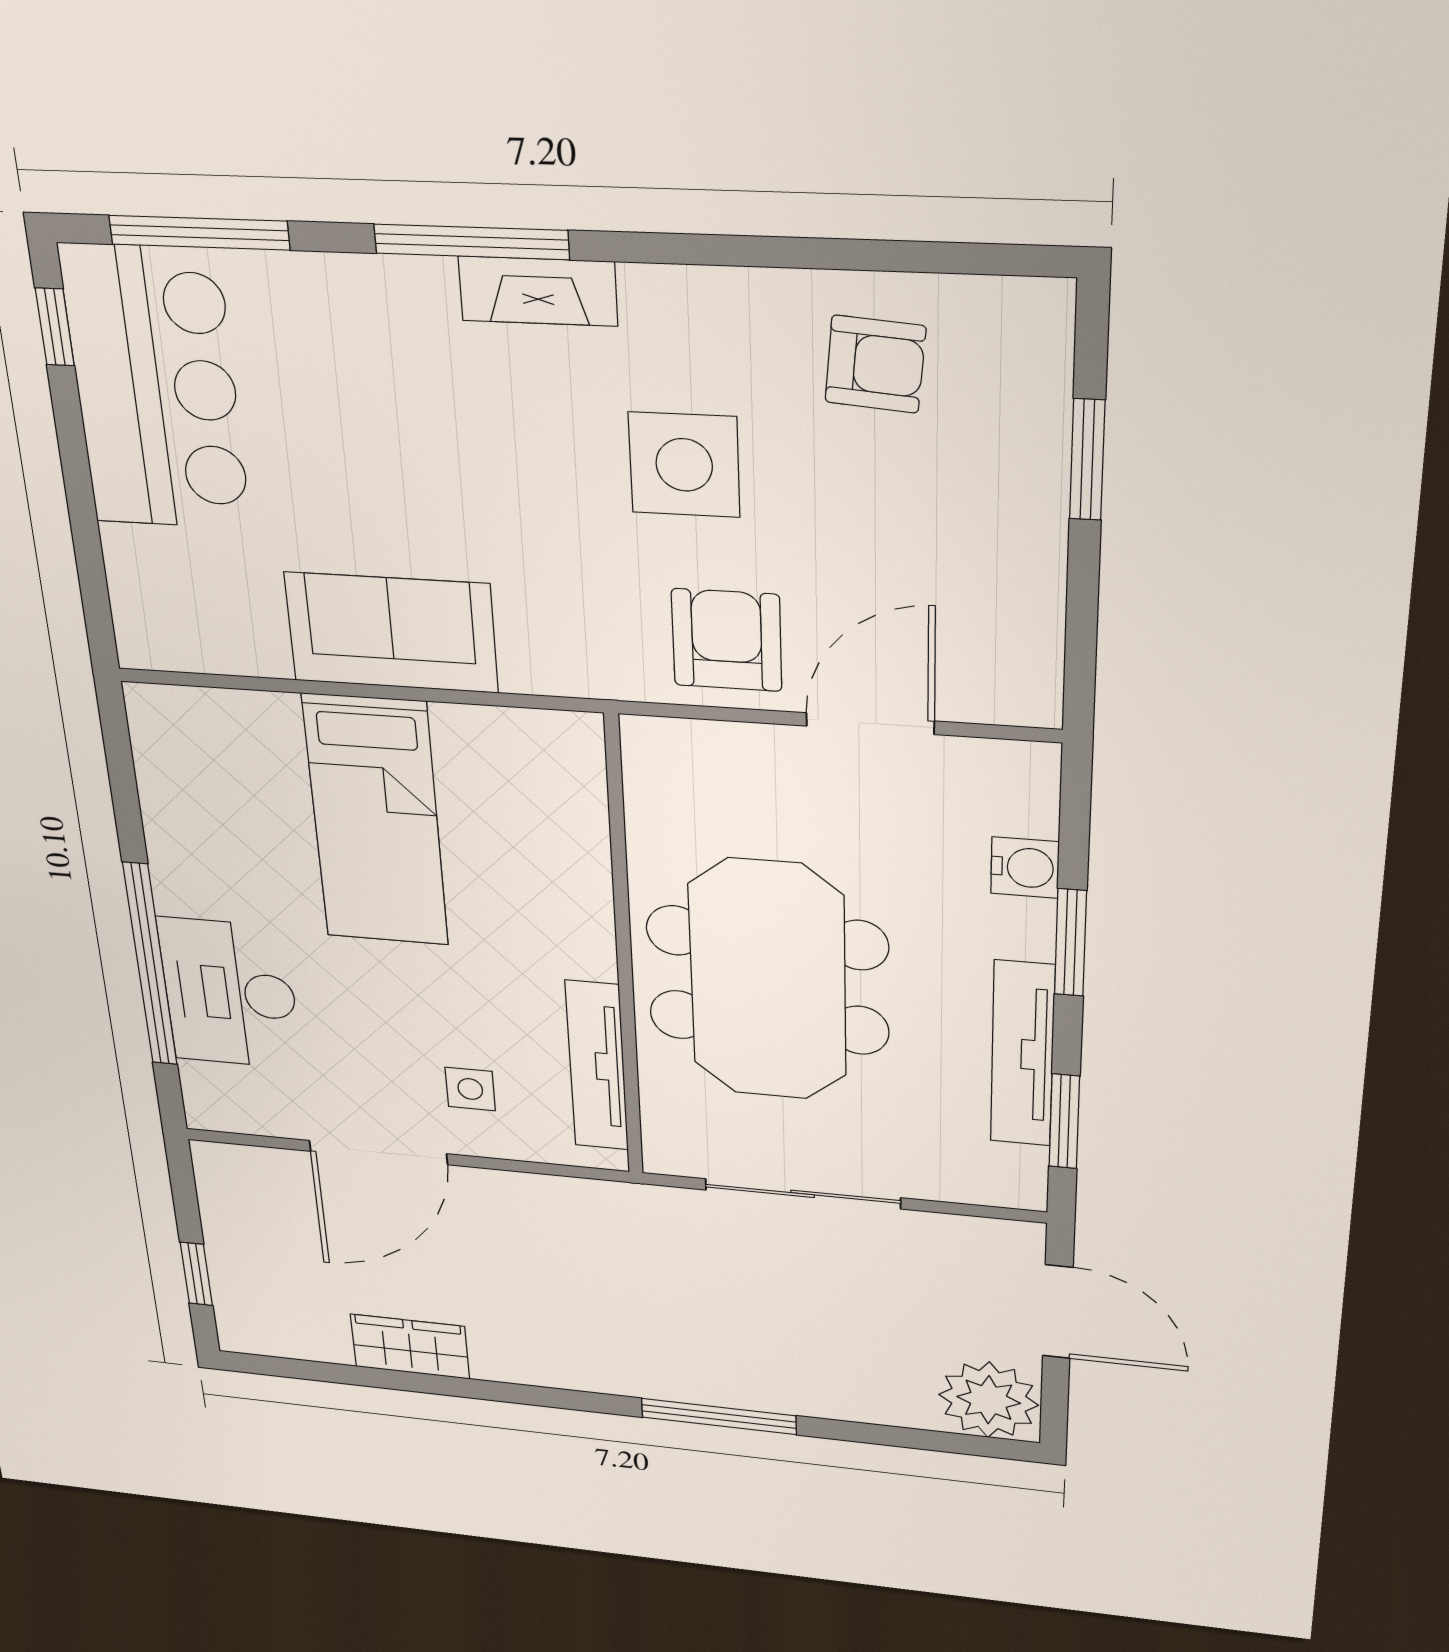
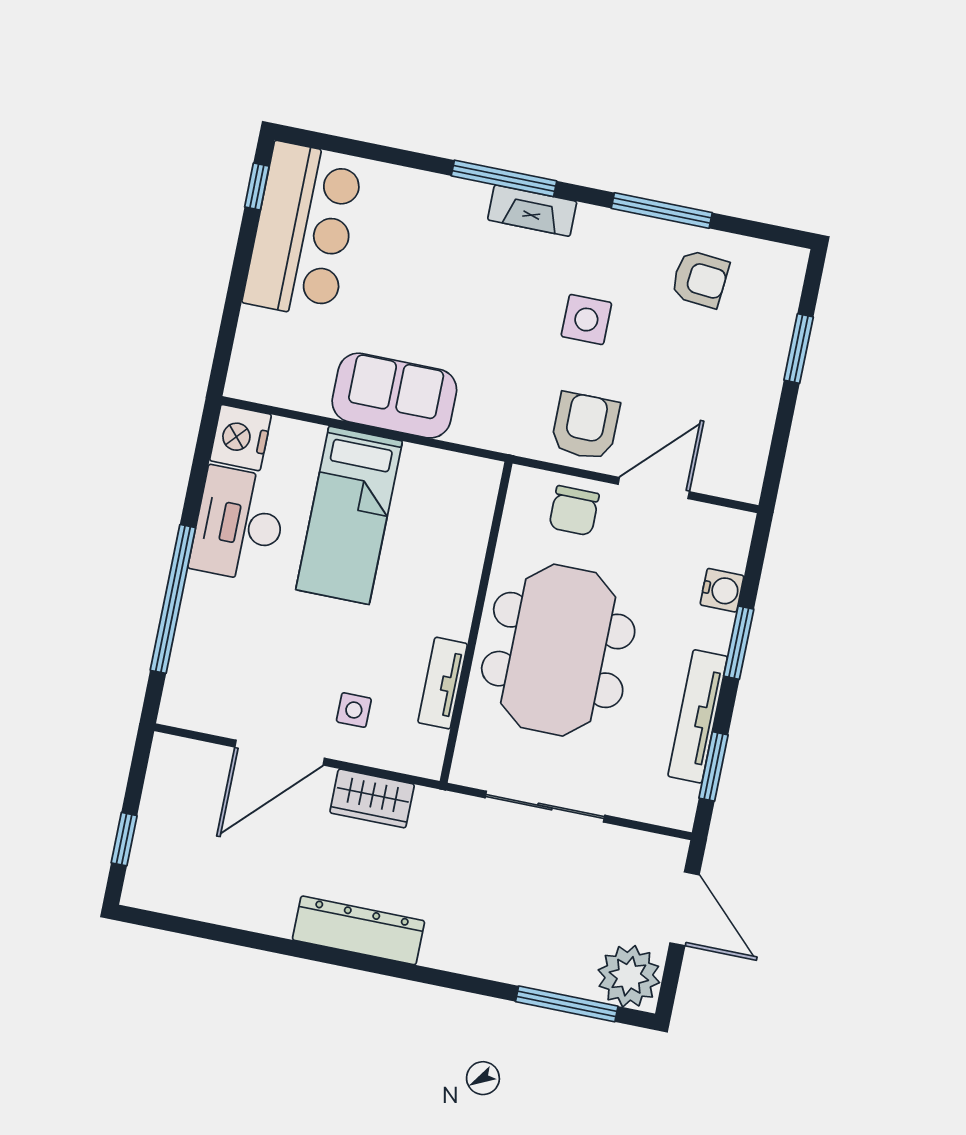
window: (199, 233) -> (662, 211), moved
side table: (684, 465) -> (586, 320), width x0.73, depth x0.73
nightstand: (169, 727) -> (240, 438), added
chair: (741, 774) -> (574, 511), added
desk: (230, 993) -> (239, 524), moved
tv unit: (597, 1066) -> (443, 683), width x0.71
wardrobe: (410, 1347) -> (372, 798), moved, turned 180
dresser: (566, 1364) -> (358, 930), added
window: (719, 1416) -> (567, 1004), moved

